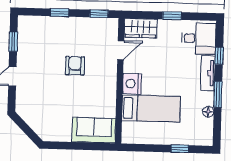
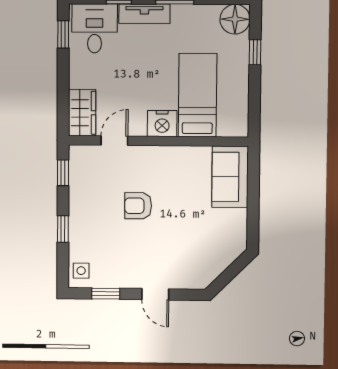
window: (172, 16) -> (63, 34), moved
side table: (30, 25) -> (81, 271), added
door: (121, 50) -> (114, 141), hinge flipped
floor lamp: (208, 112) -> (235, 19), moved, width x1.89, depth x1.89

